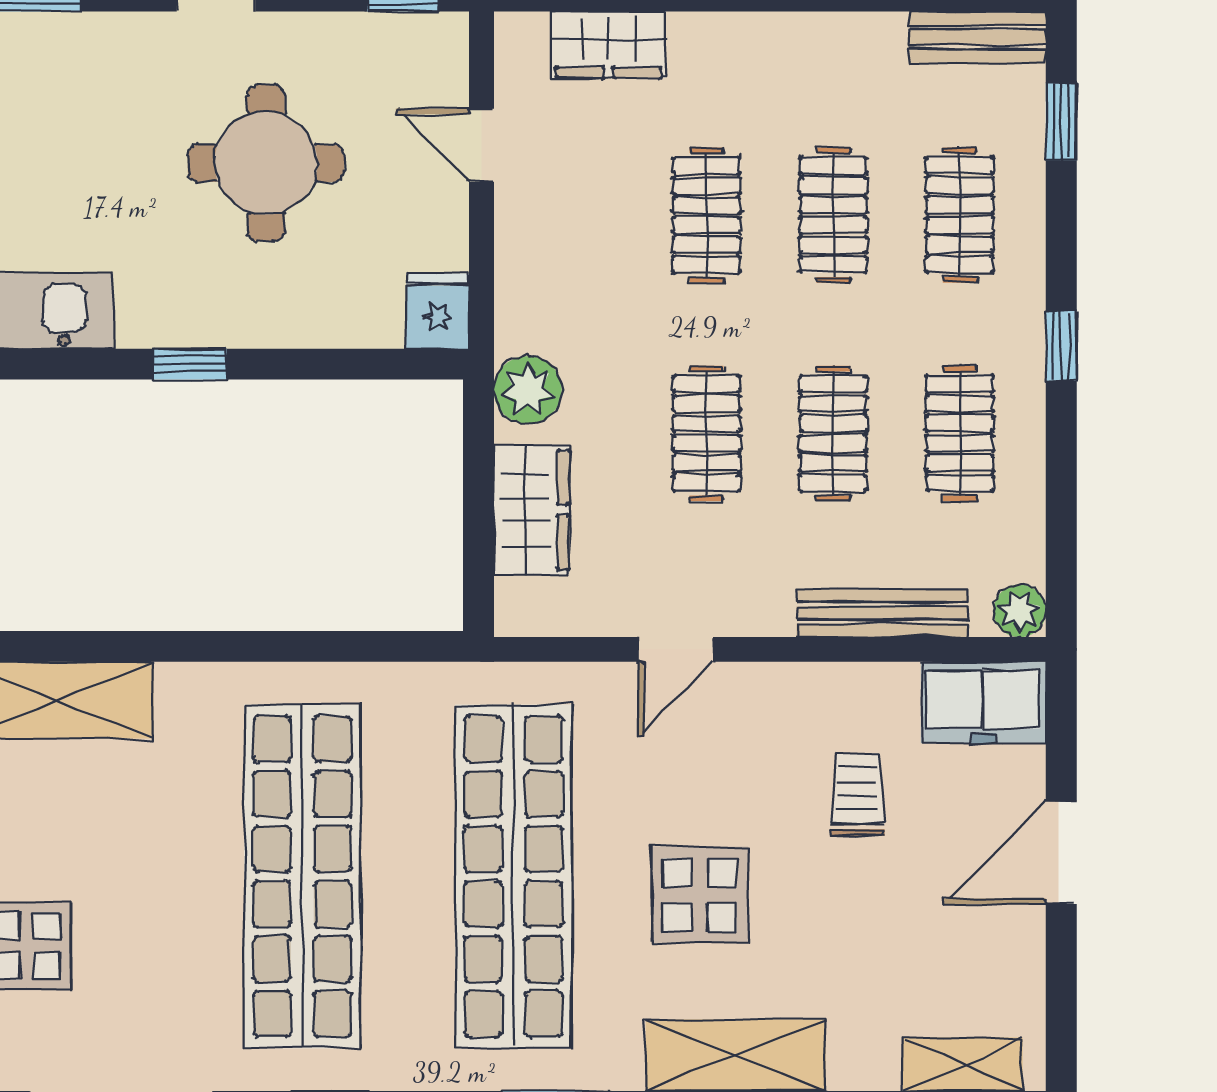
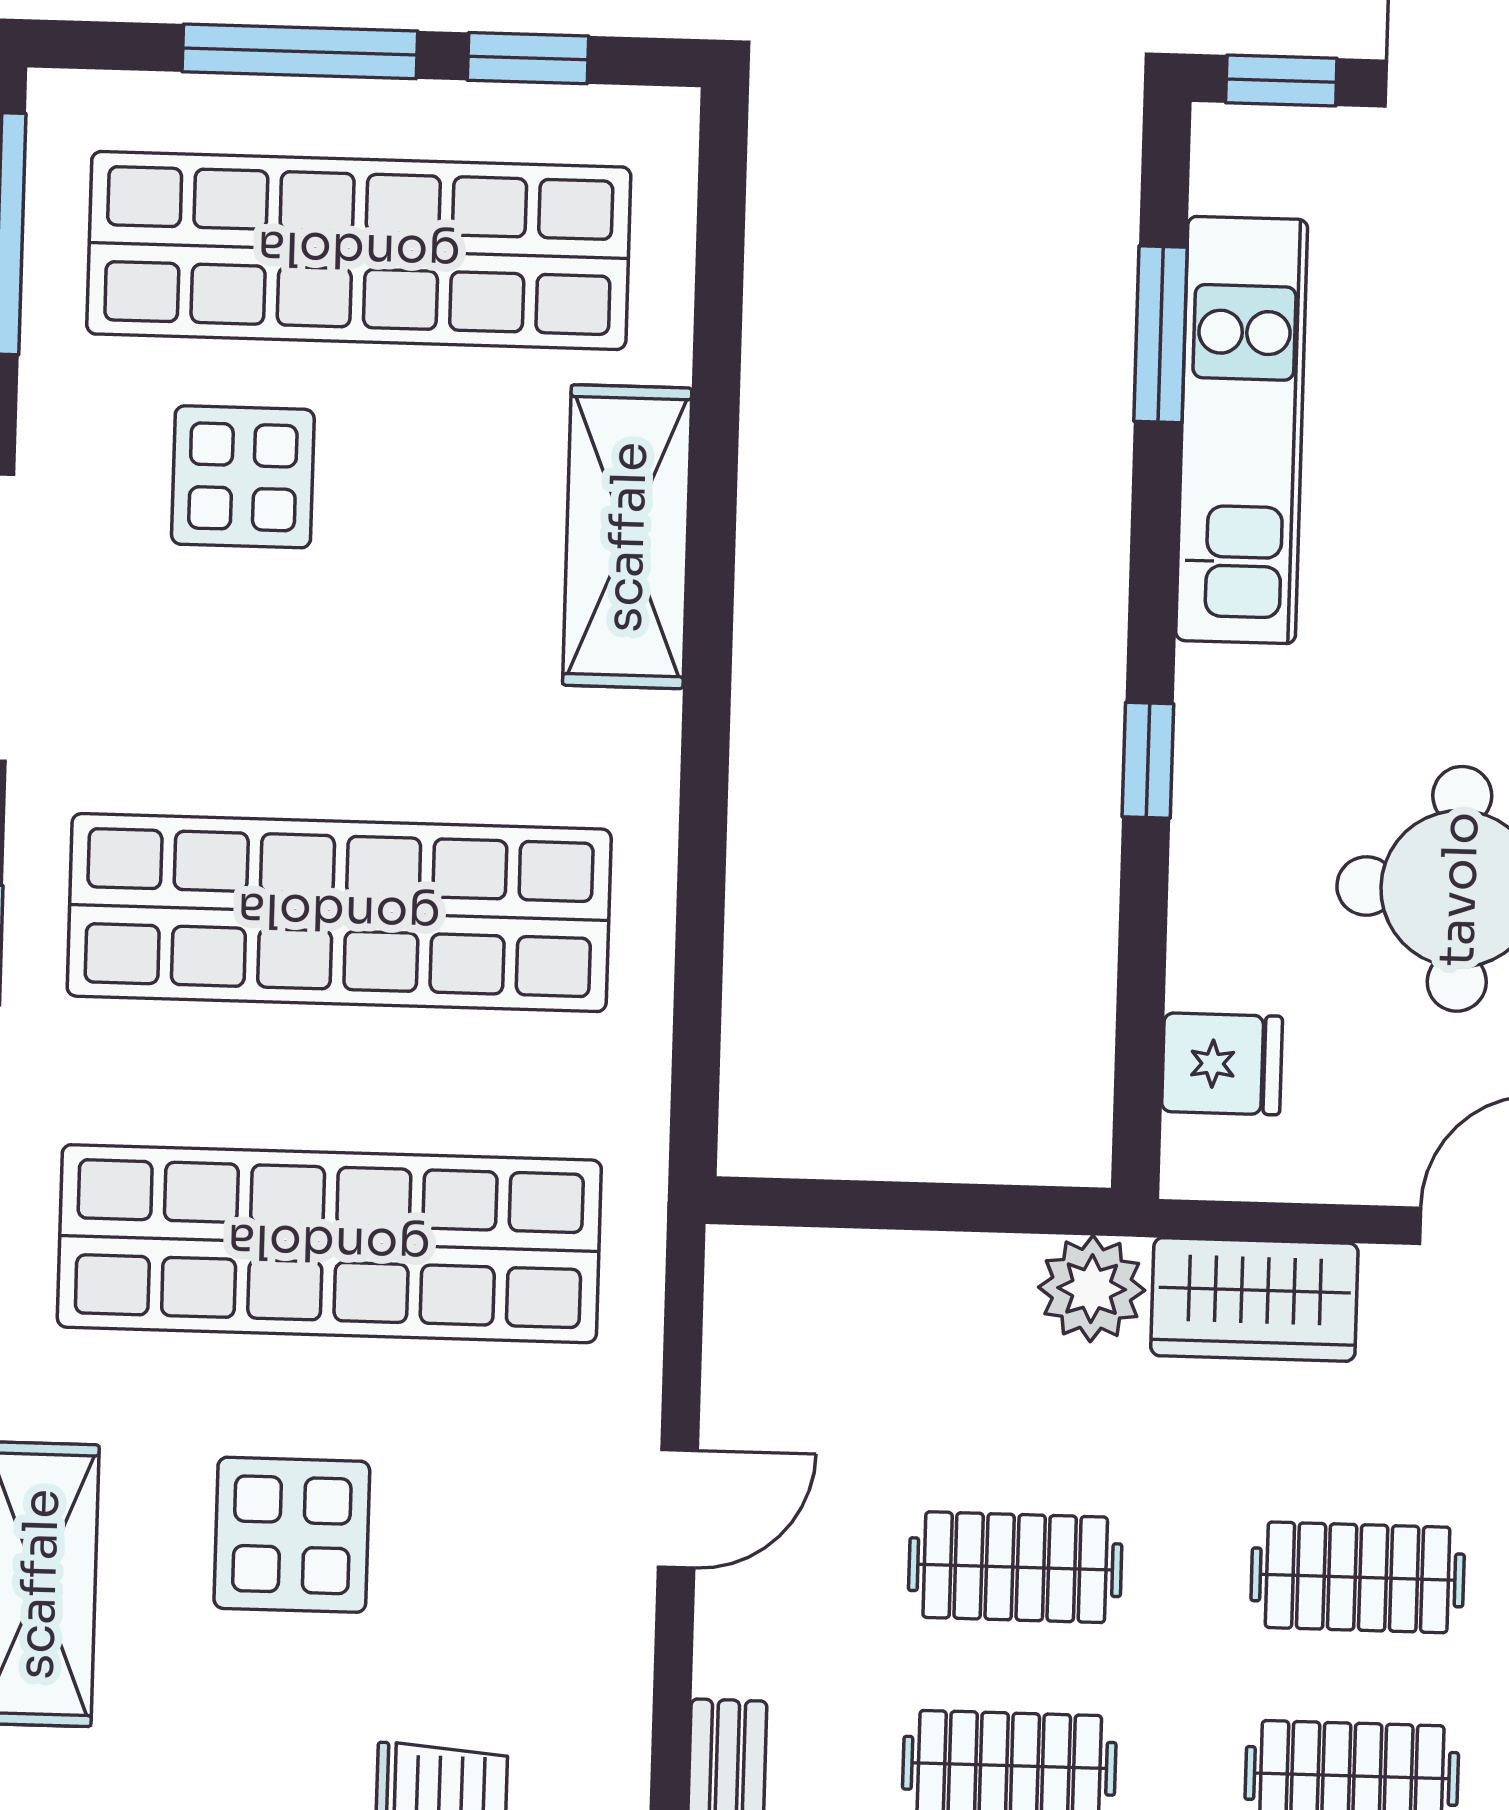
fridge: (438, 311) -> (1222, 1064), moved
wardrobe: (531, 510) -> (1254, 1299), moved
door: (676, 649) -> (678, 1509), swing flipped

